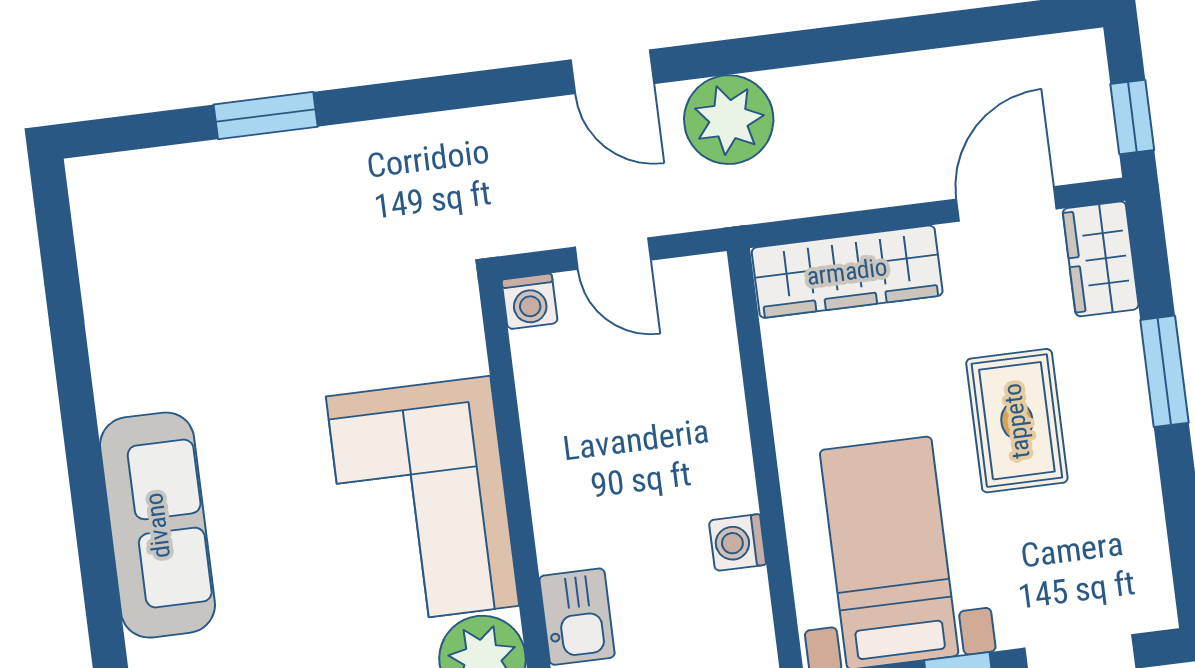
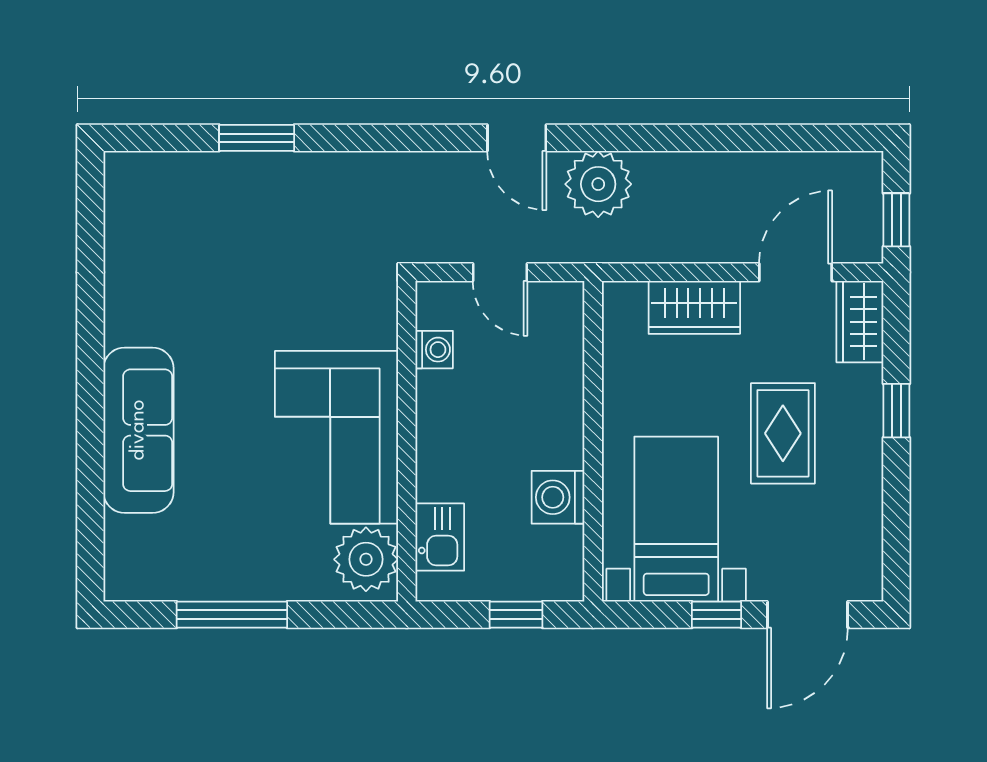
wardrobe: (847, 272) -> (694, 307), width x0.67
washing machine: (530, 301) -> (434, 350), moved, turned -90
window: (1164, 371) -> (896, 411), width x0.67
washing machine: (738, 543) -> (558, 497), width x1.38, depth x1.38

